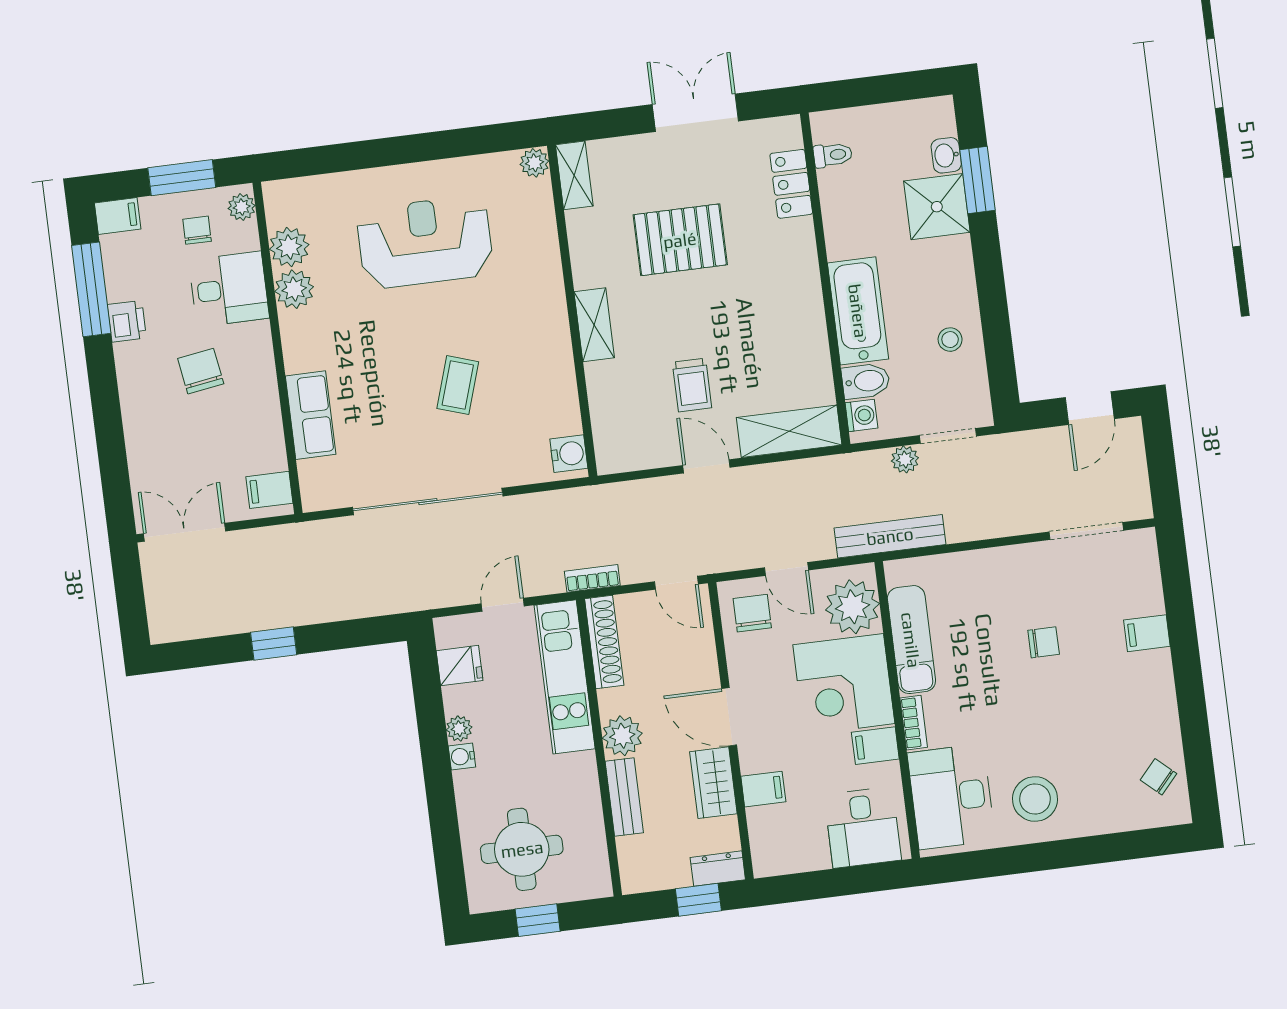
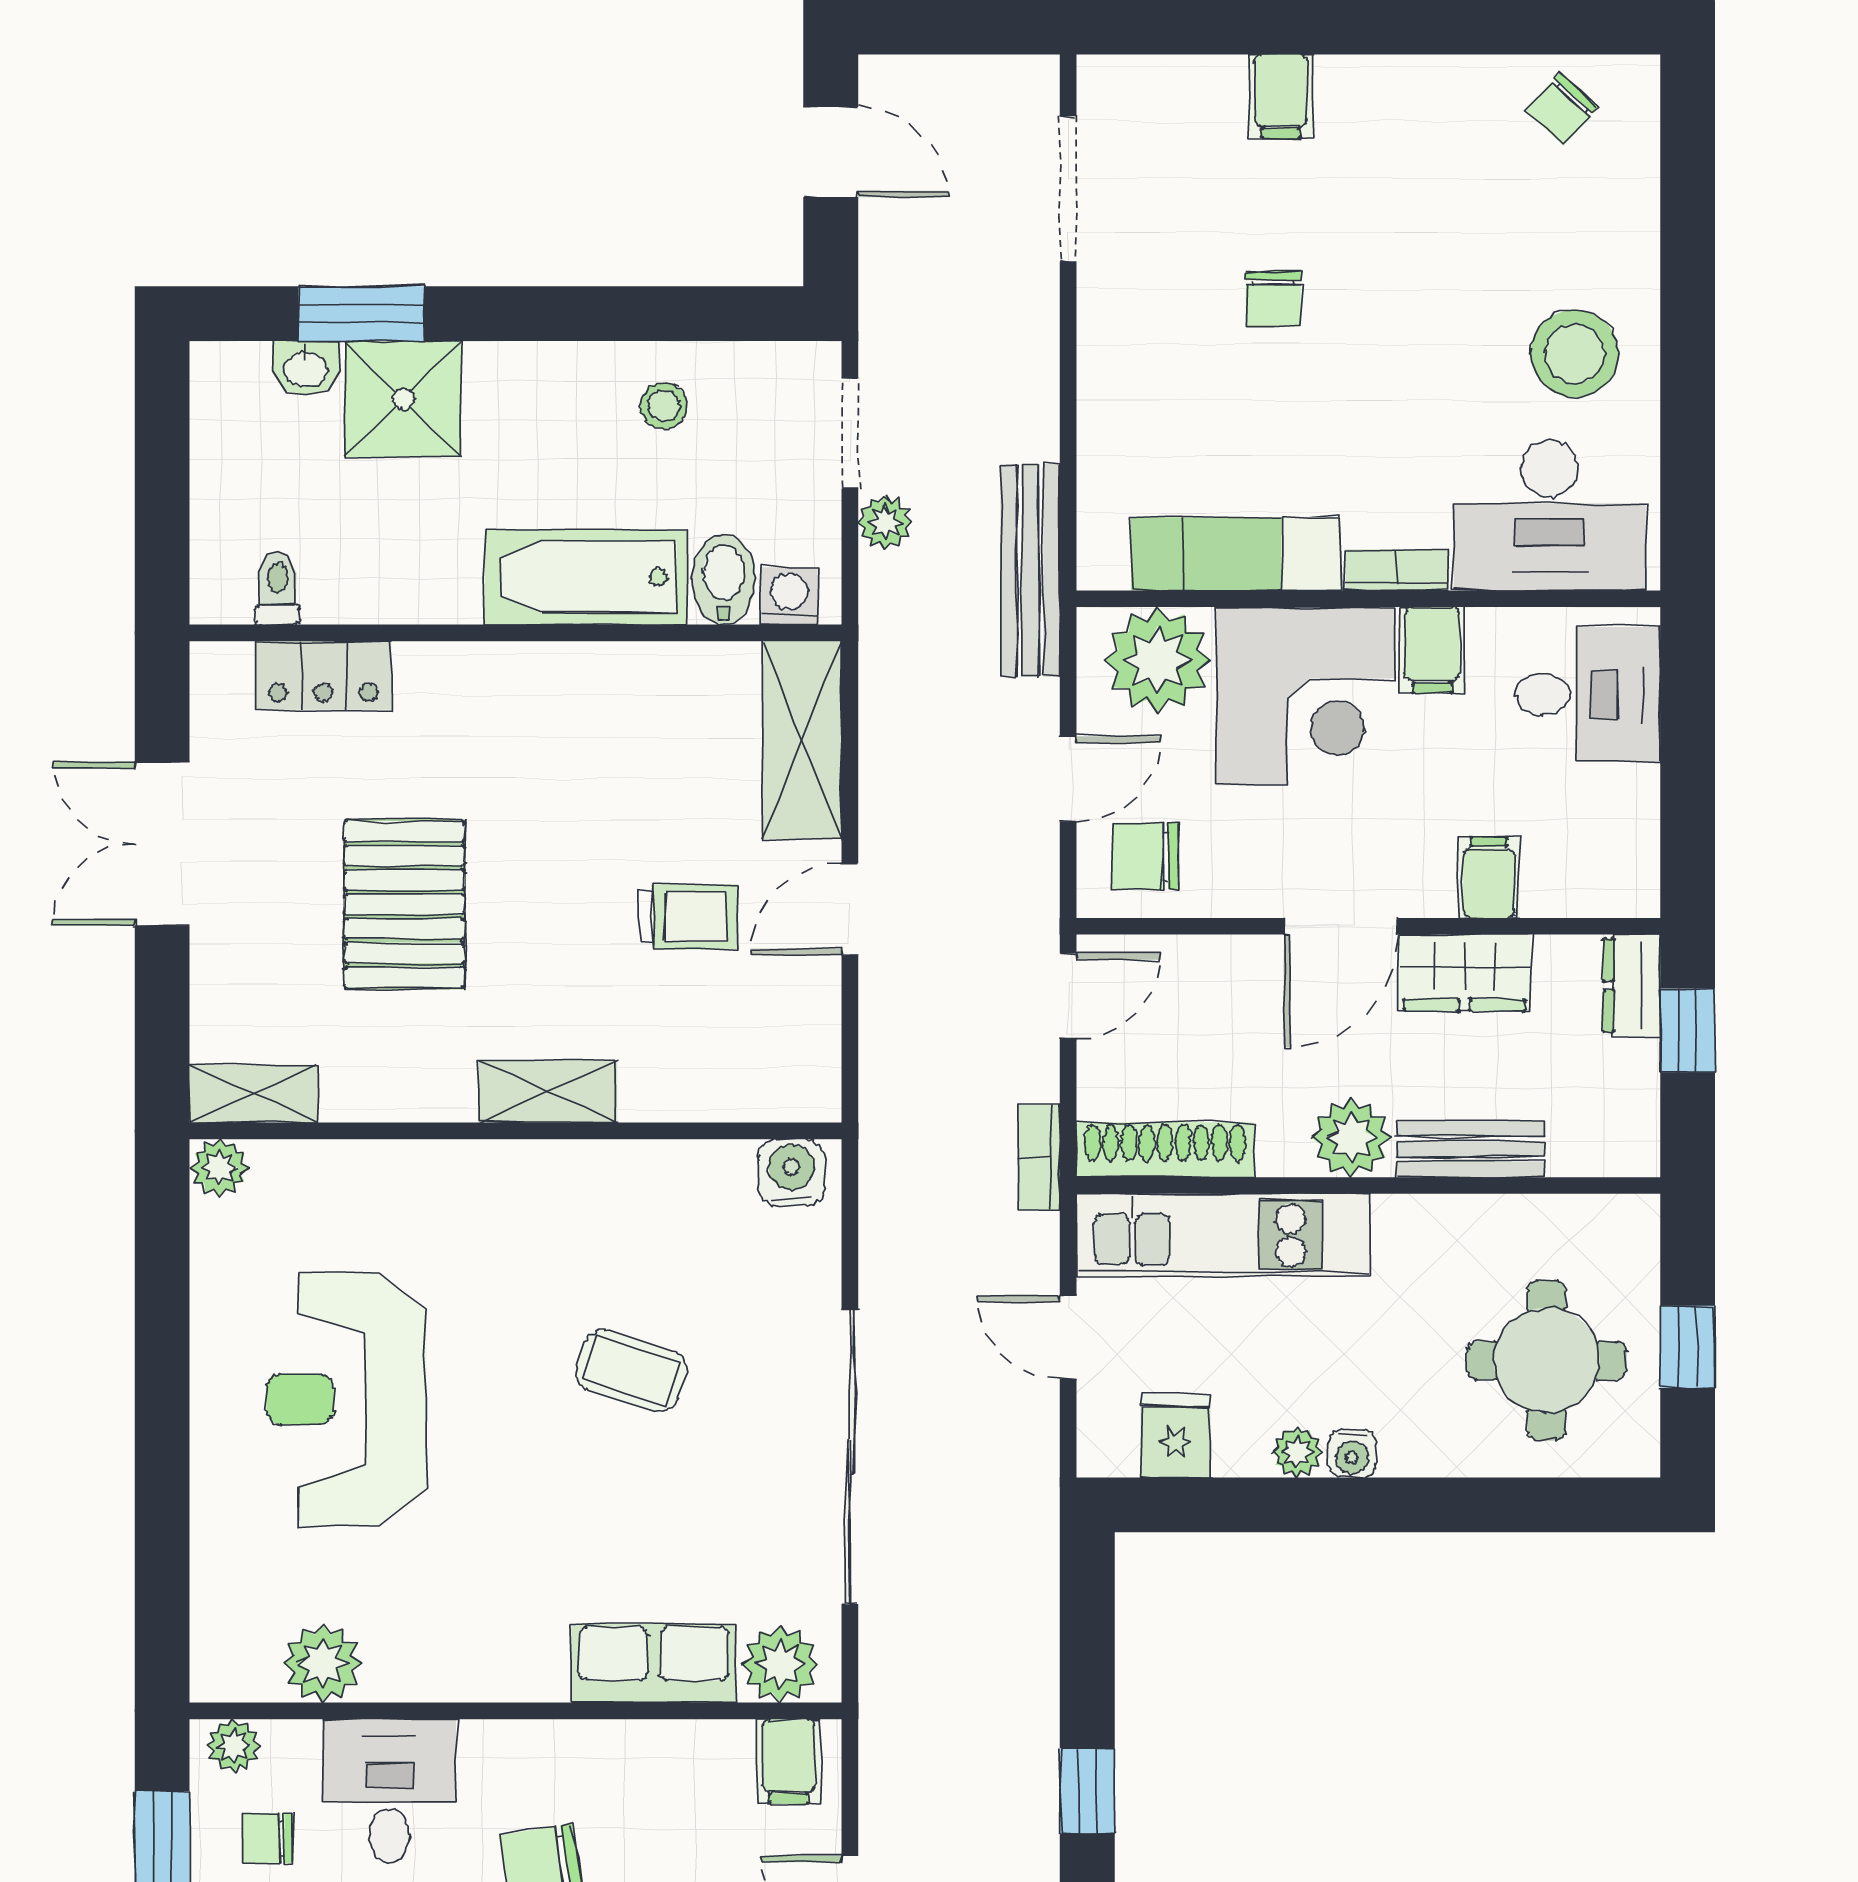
plant: (294, 289) -> (780, 1664), moved
chair: (1044, 642) -> (1273, 299), turned 180

